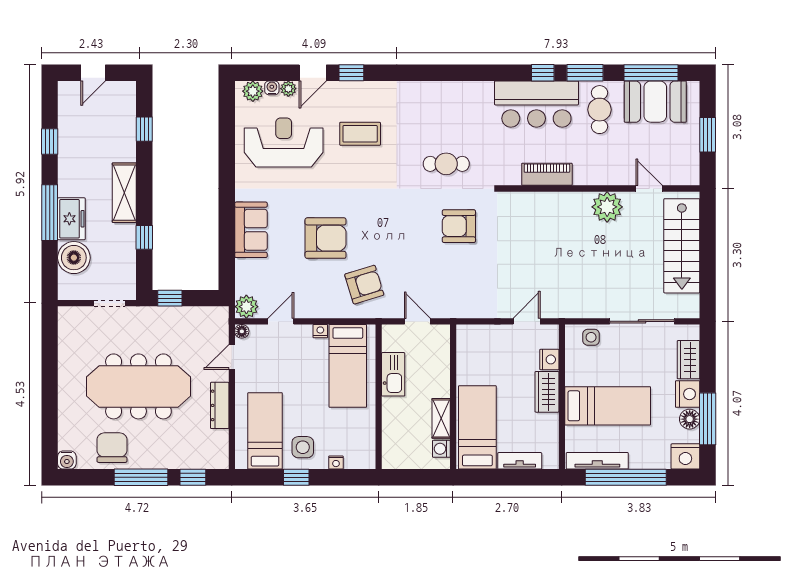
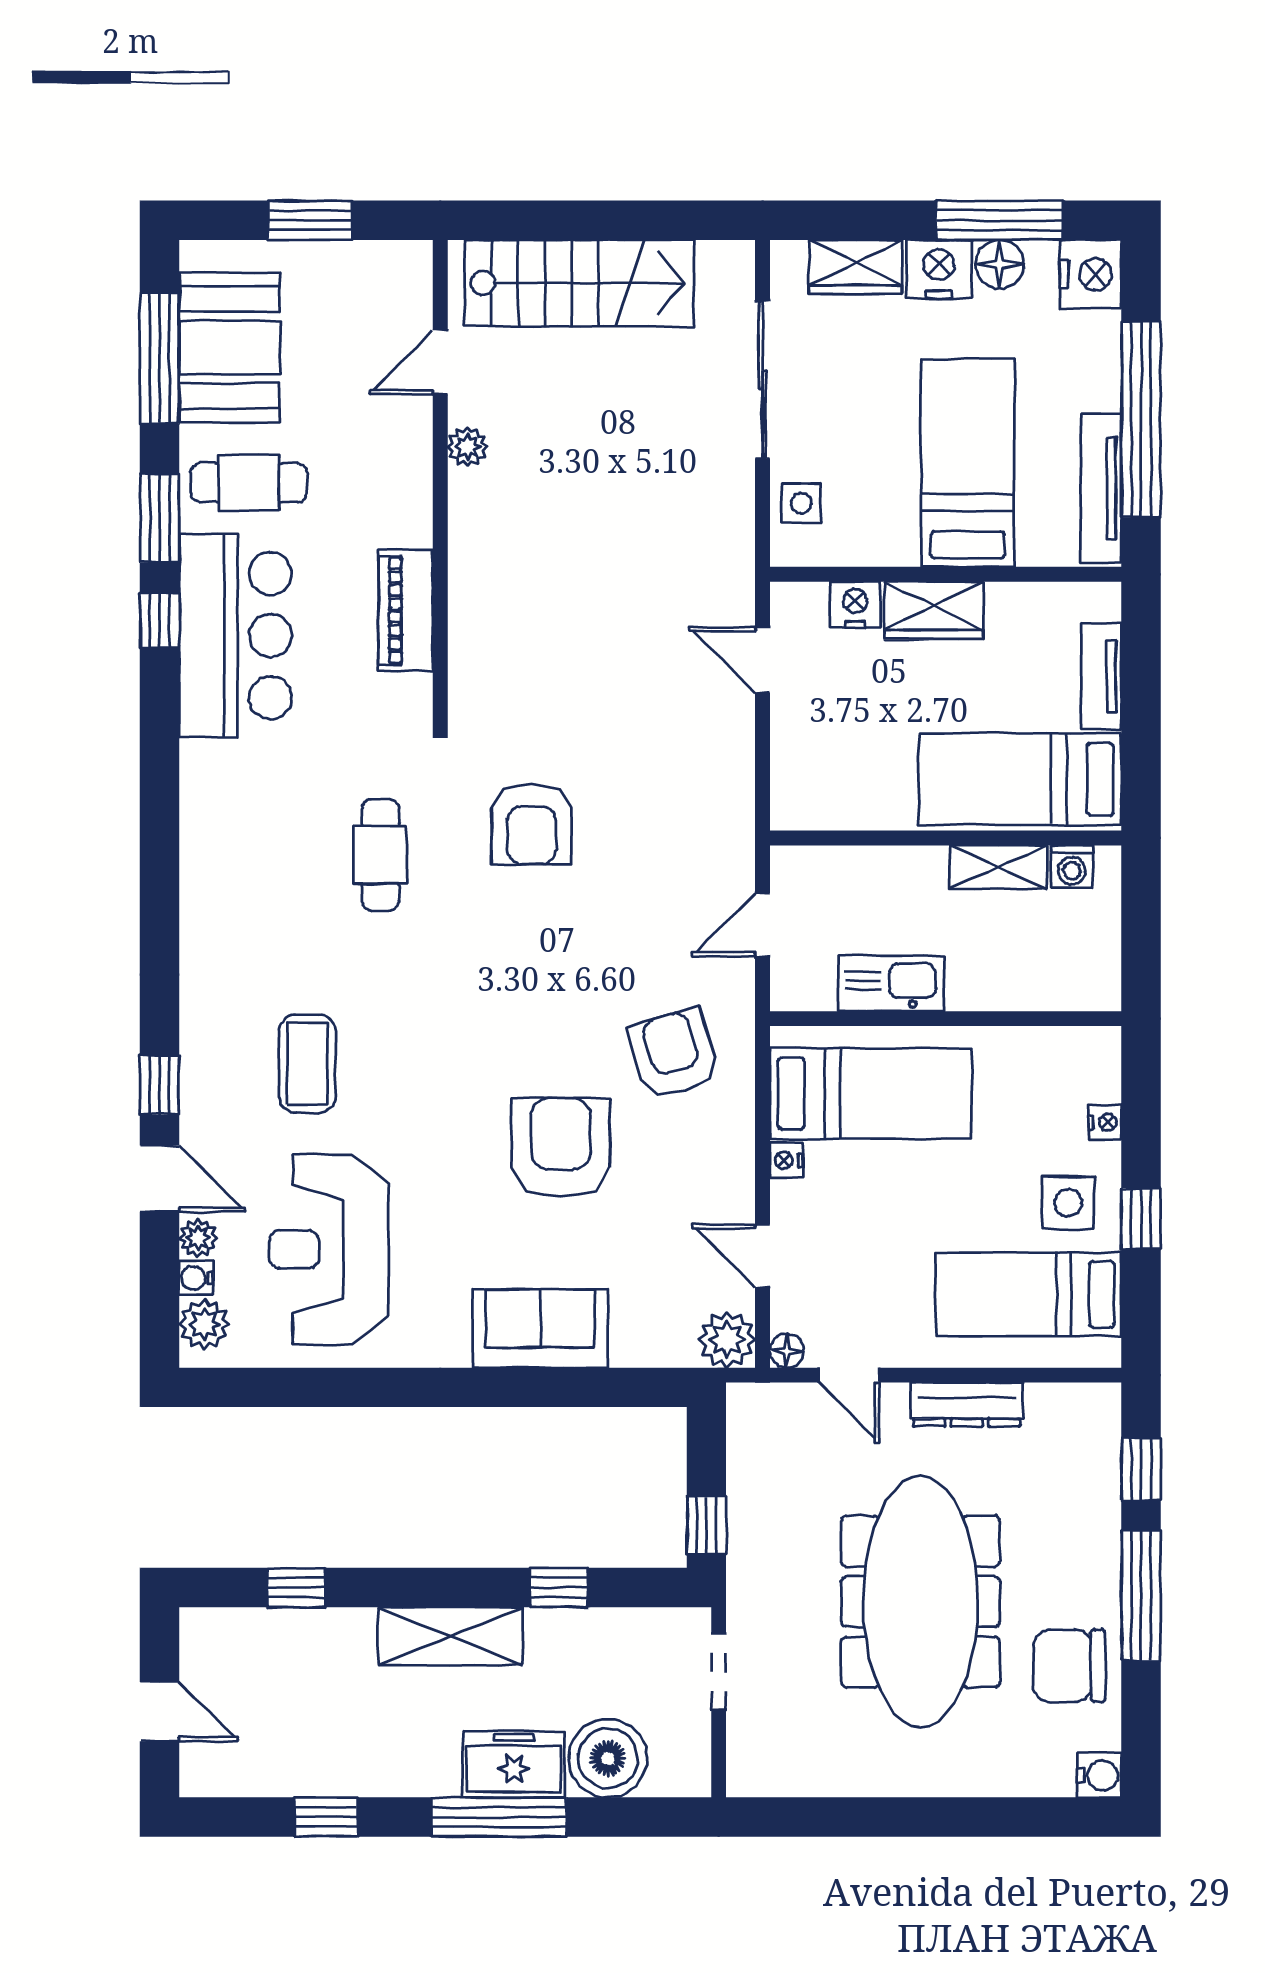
plant: (607, 207) -> (468, 447), width x0.53, depth x0.53

